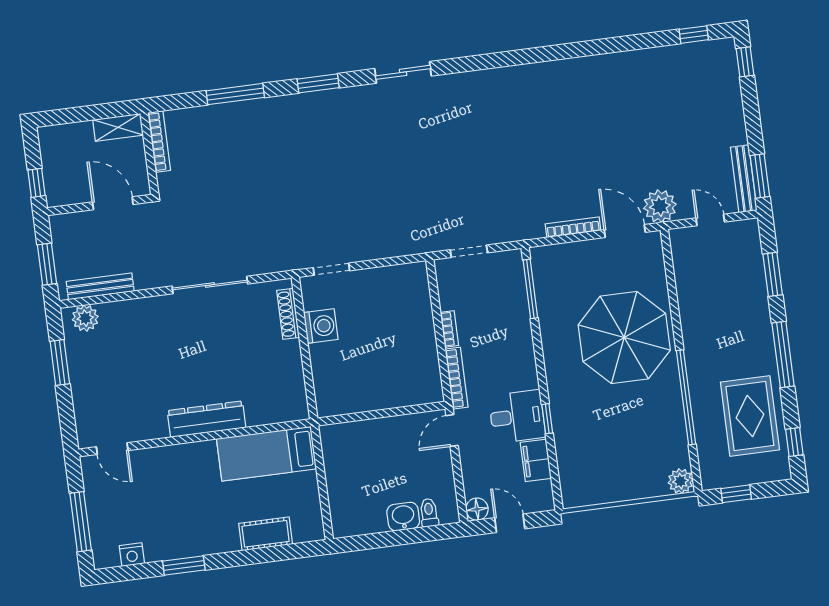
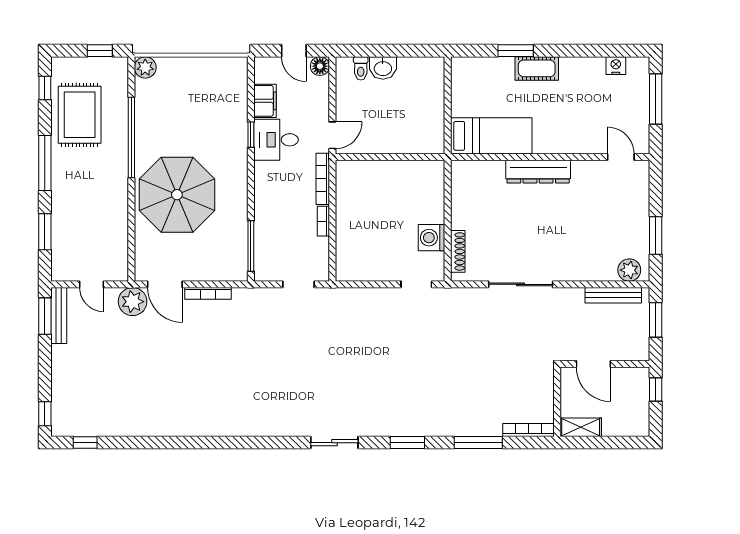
bookcase: (159, 141) -> (528, 430), moved, turned 90
cot: (266, 534) -> (537, 68), moved
window: (184, 566) -> (516, 51), moved

